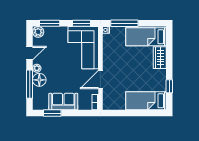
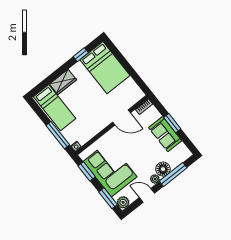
corner sofa: (83, 48) -> (110, 169), moved, turned -90
bed: (146, 101) -> (105, 68), width x1.50
window: (52, 113) -> (172, 123), moved

